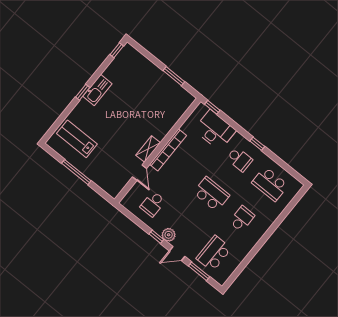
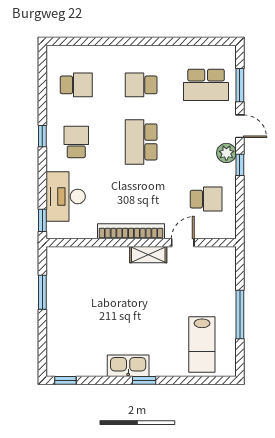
school desk: (270, 184) -> (76, 85), width x0.54

